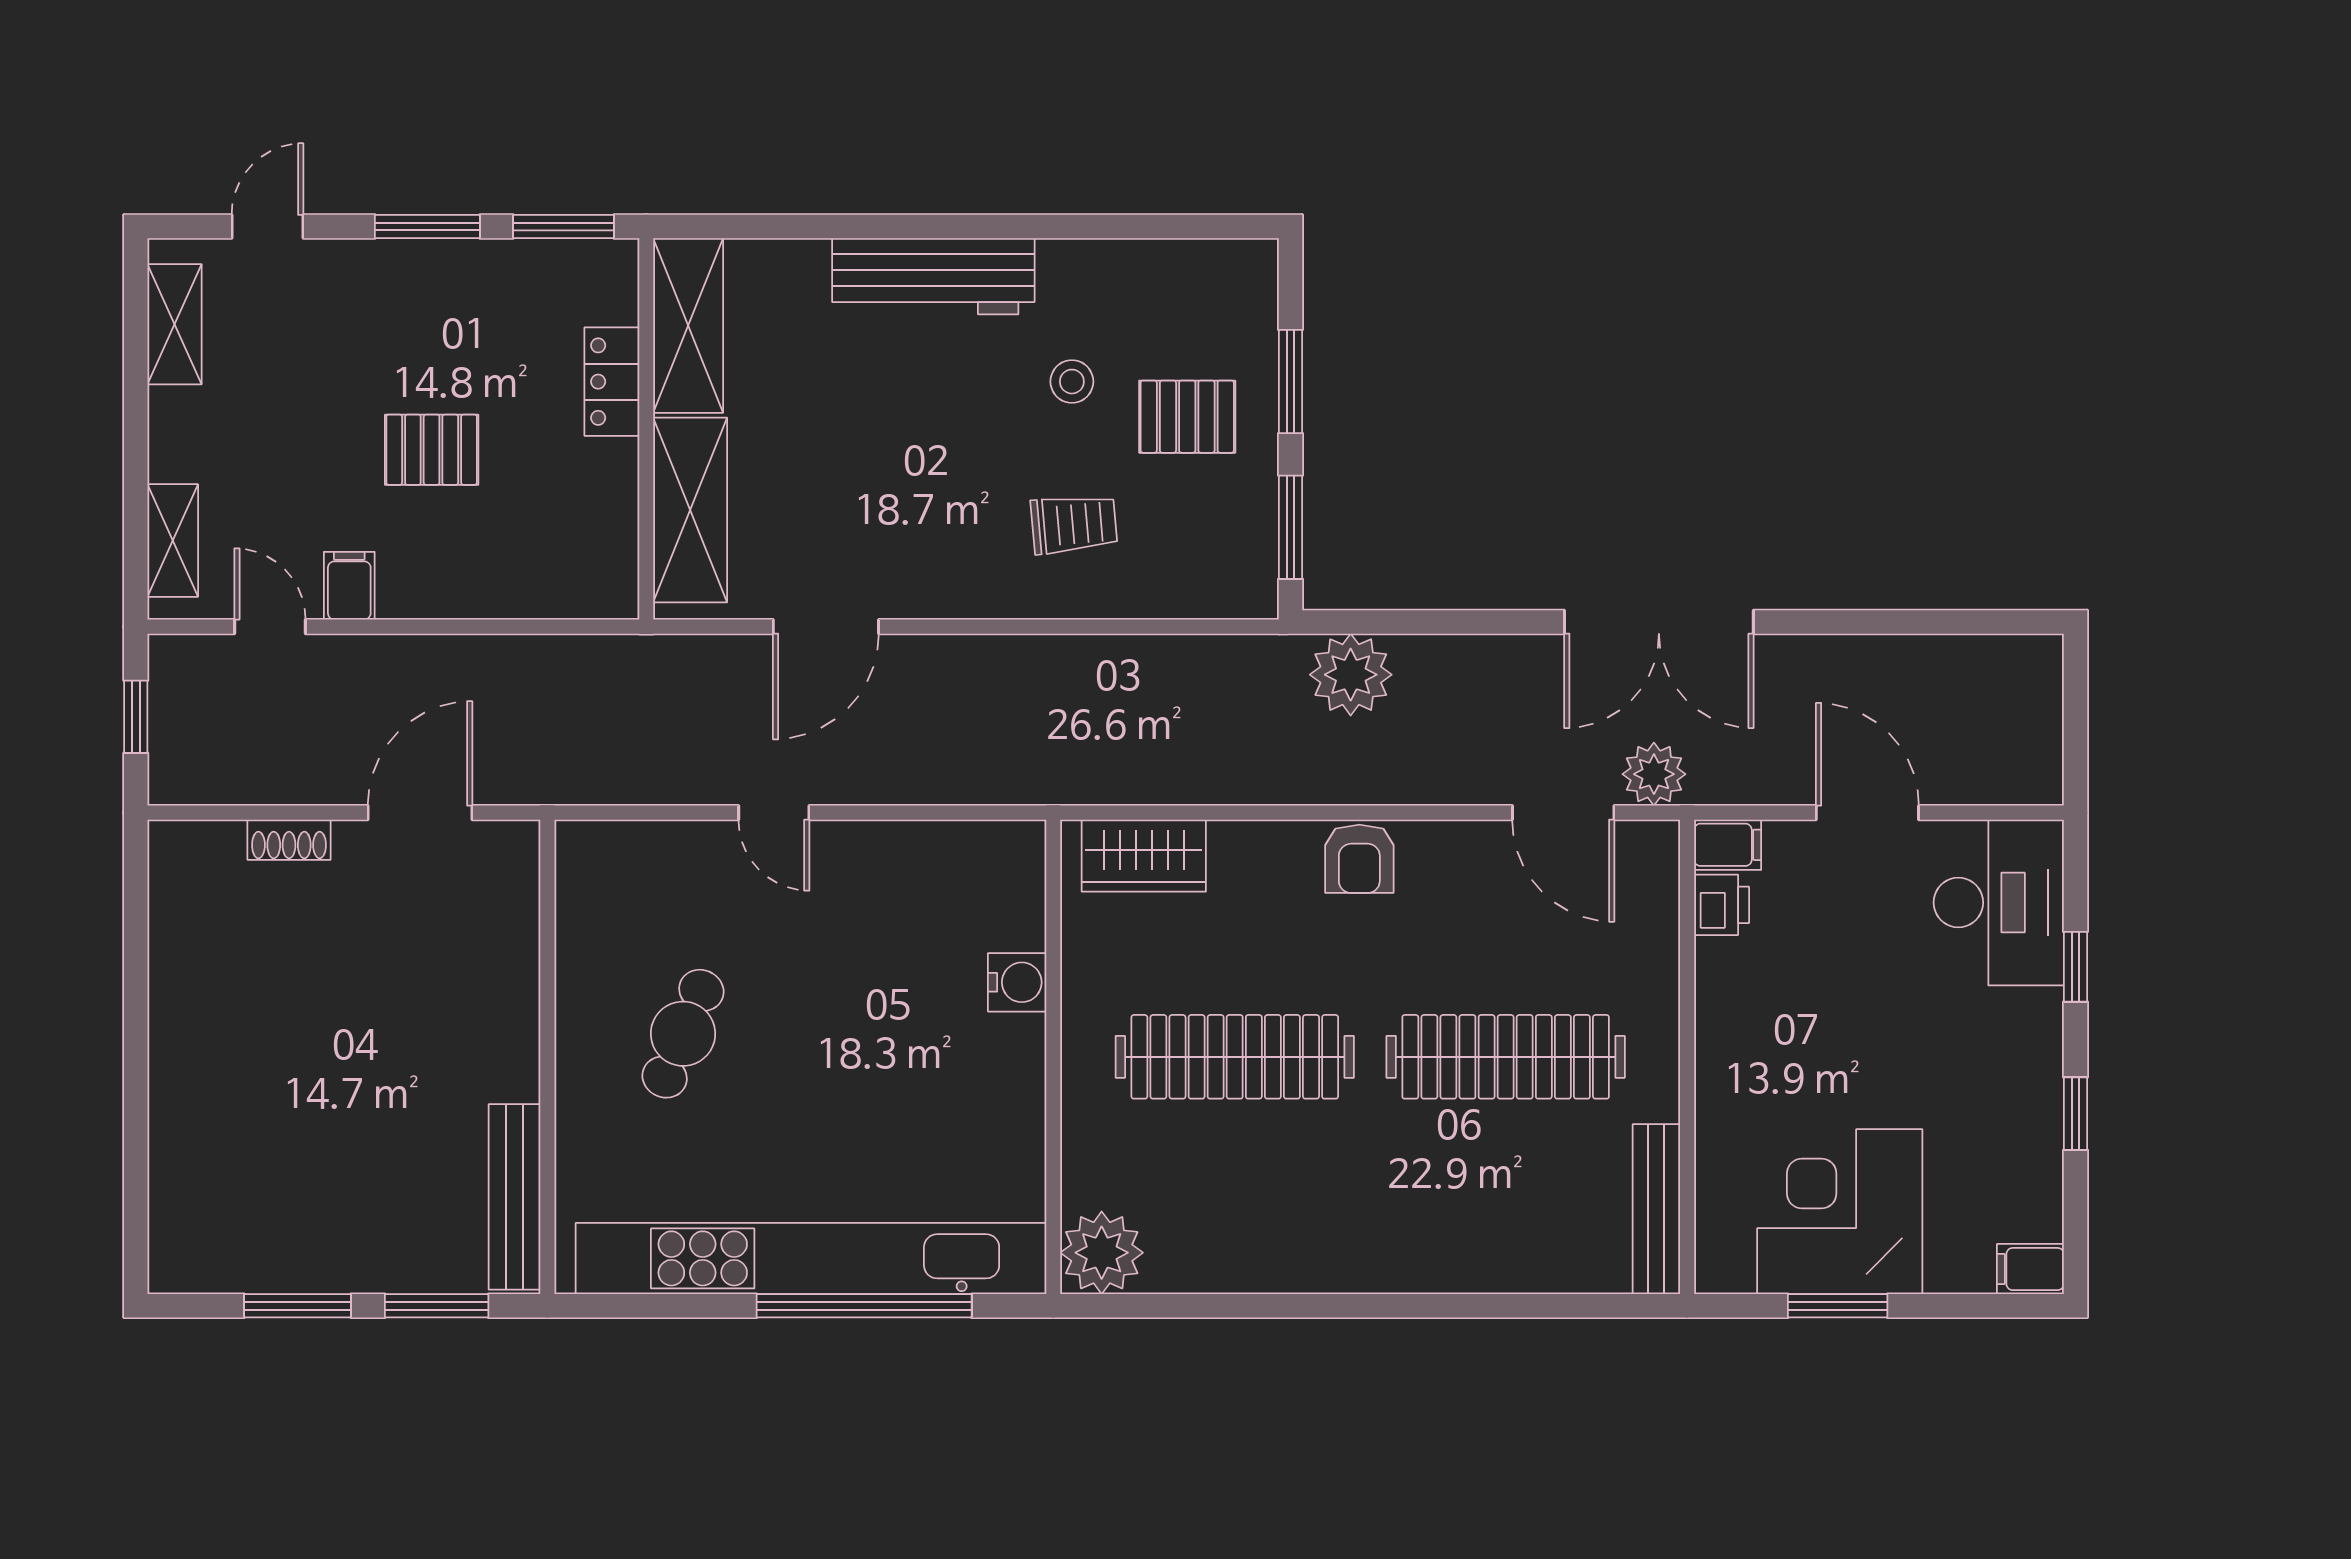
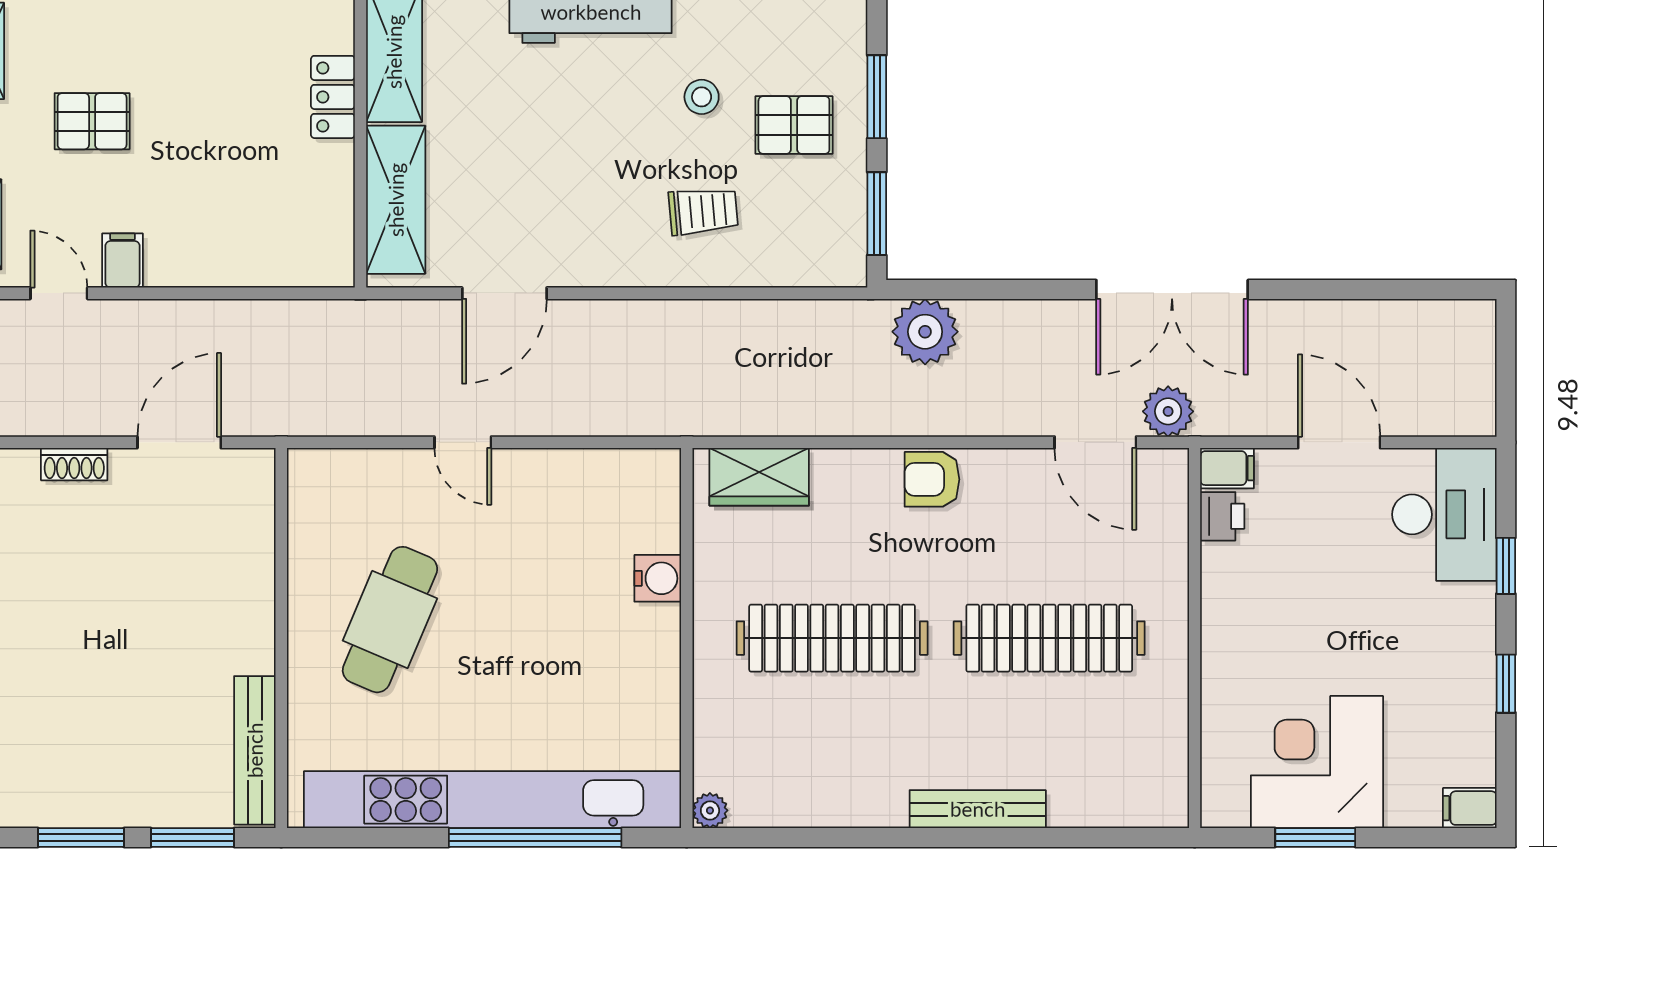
pallet: (432, 450) -> (92, 121), moved
armchair: (1359, 859) -> (932, 479), turned 90
cafe table: (683, 1034) -> (390, 620), width x1.37, depth x1.35
bench: (1656, 1209) -> (978, 809), moved, turned 90
plant: (1102, 1253) -> (710, 810), width x0.53, depth x0.53

